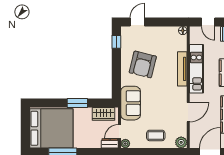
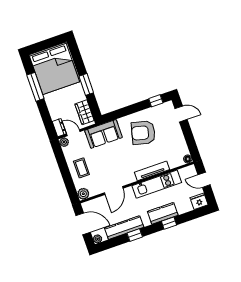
door: (208, 22) -> (204, 180), hinge flipped
door: (188, 112) -> (114, 191), hinge flipped

